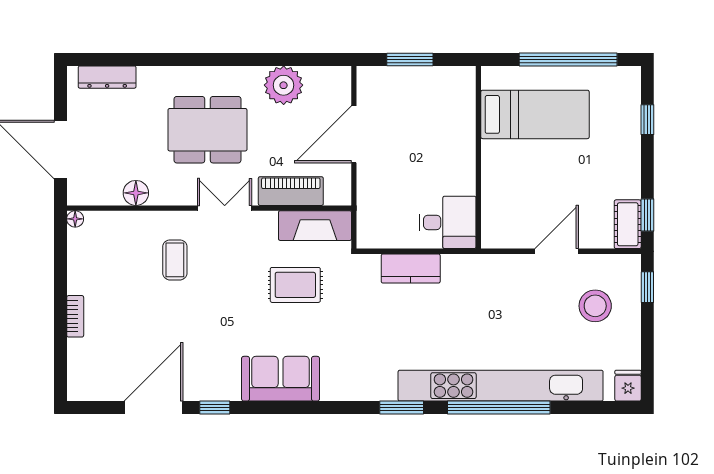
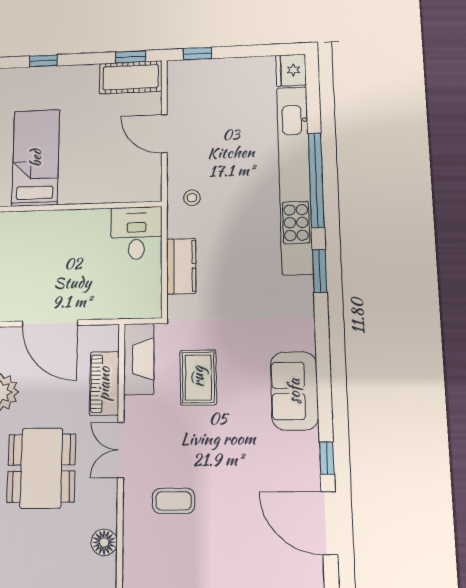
cot: (628, 224) -> (131, 77), width x1.37, depth x1.34
stool: (595, 306) -> (192, 198), moved, width x0.53, depth x0.53
fridge: (628, 386) -> (291, 70), width x1.38

